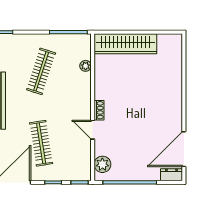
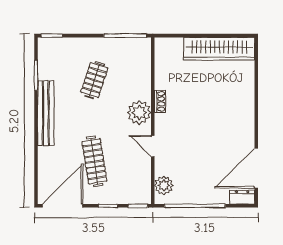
wardrobe: (125, 44) -> (219, 49), moved
plant: (86, 66) -> (139, 113), moved, width x1.87, depth x1.87
clothes rail: (41, 71) -> (94, 80), width x0.73
shoe rack: (99, 110) -> (160, 101), moved

